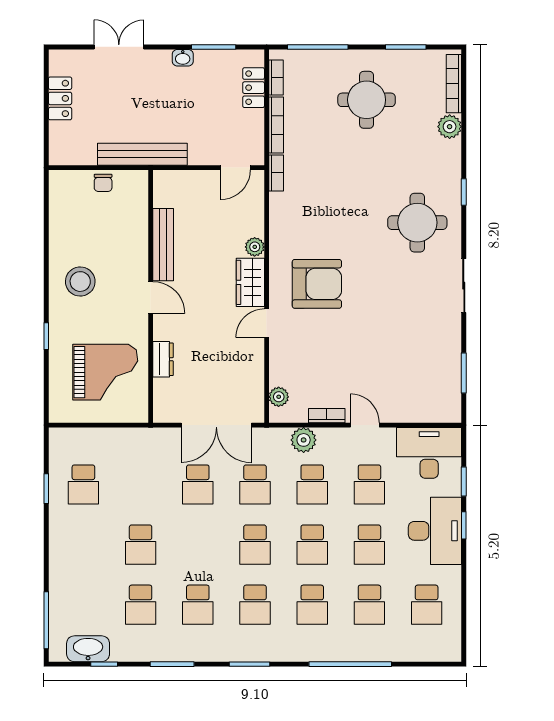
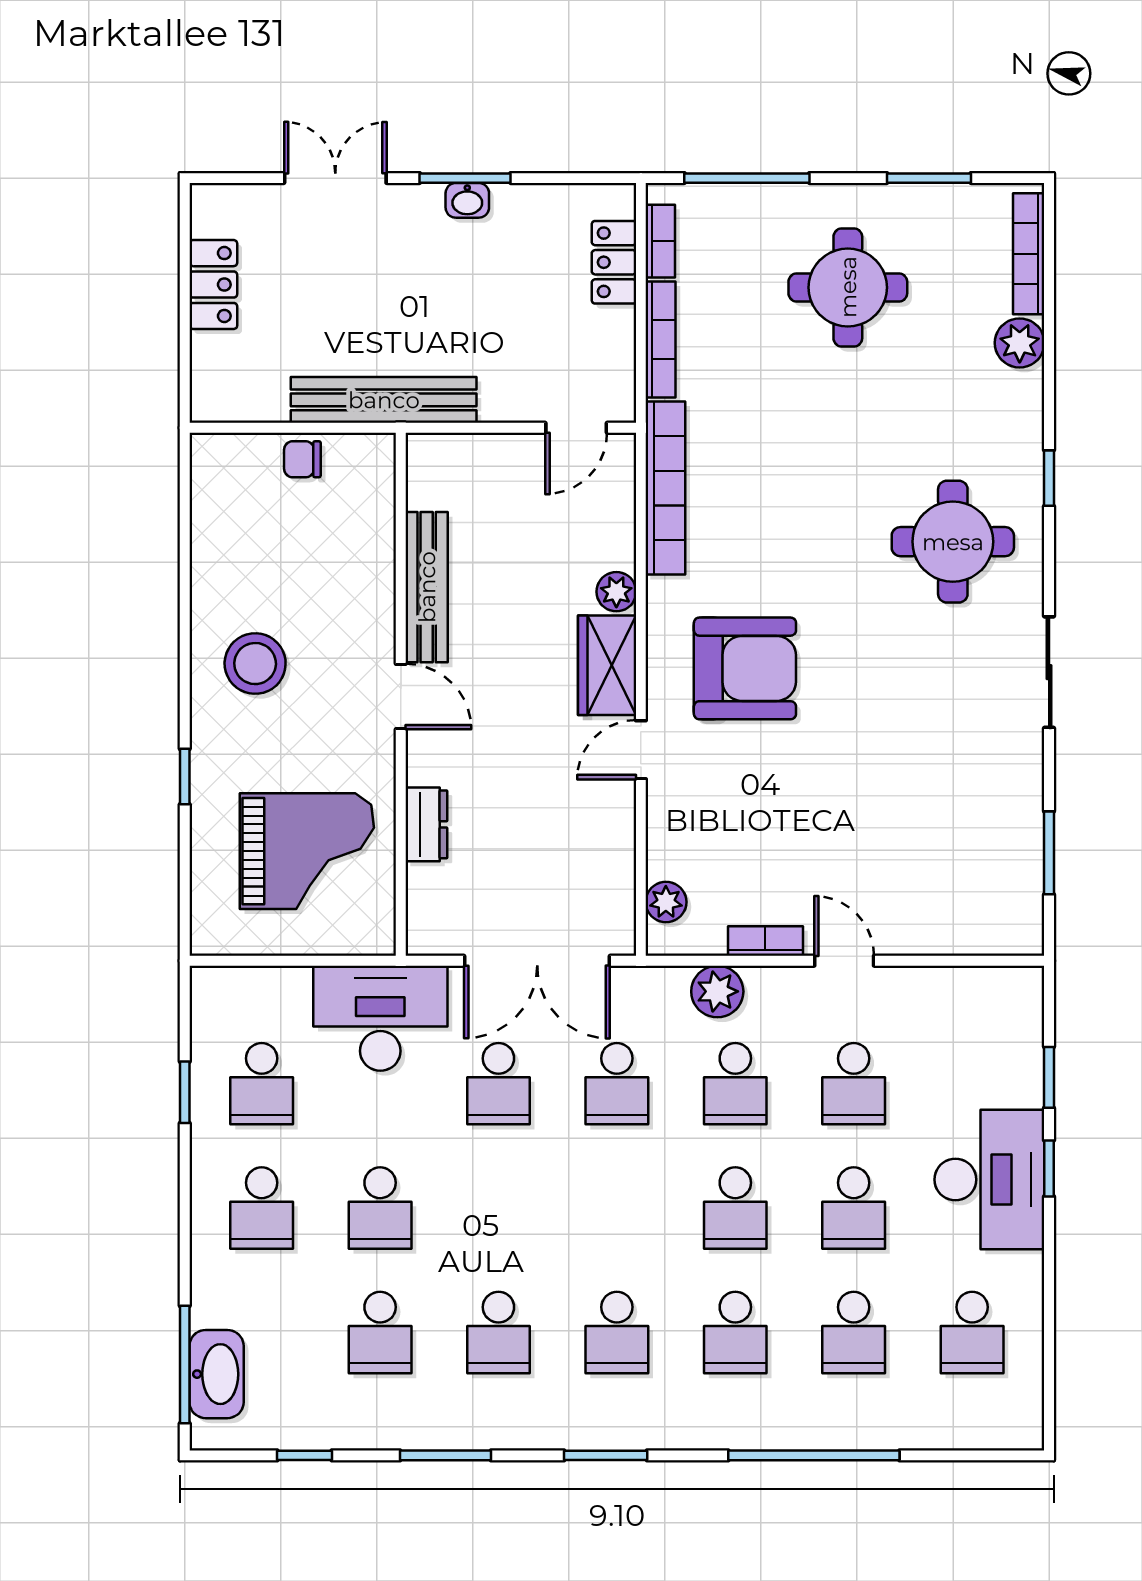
window: (214, 47) -> (465, 178), moved
bookcase: (276, 173) -> (665, 488), width x2.31, depth x1.31
chair: (103, 183) -> (302, 459), turned 90
desk: (429, 453) -> (380, 1018), moved
school desk: (255, 545) -> (262, 1208), moved
washbasin: (88, 649) -> (217, 1374), moved, turned 90

